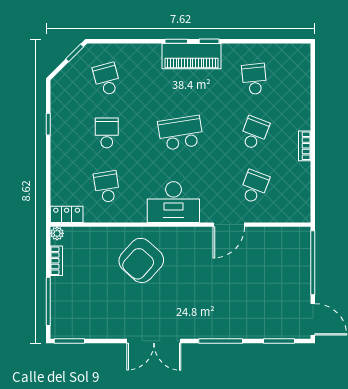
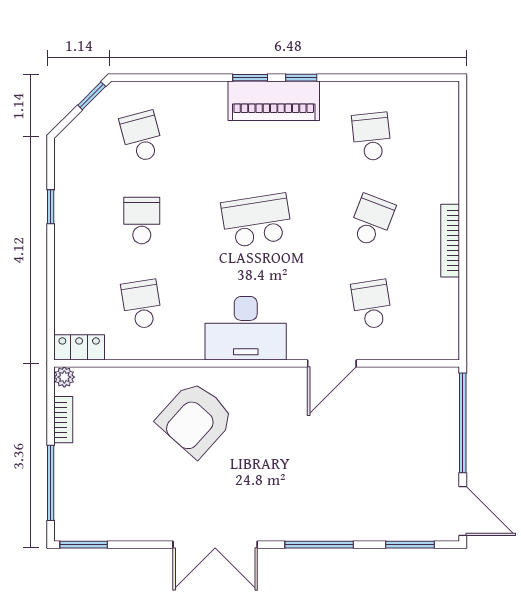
bookcase: (305, 146) -> (450, 241), width x1.56
school desk: (254, 187) -> (372, 304), turned -30

